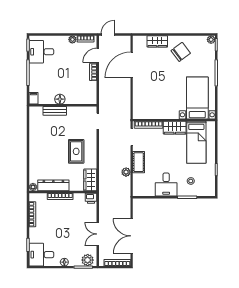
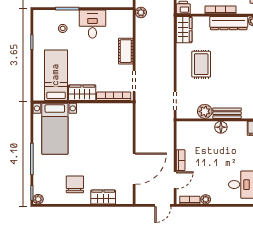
chair: (181, 52) -> (75, 184), turned 127
plant: (73, 112) -> (205, 111), added
plant: (126, 172) -> (141, 13), moved

